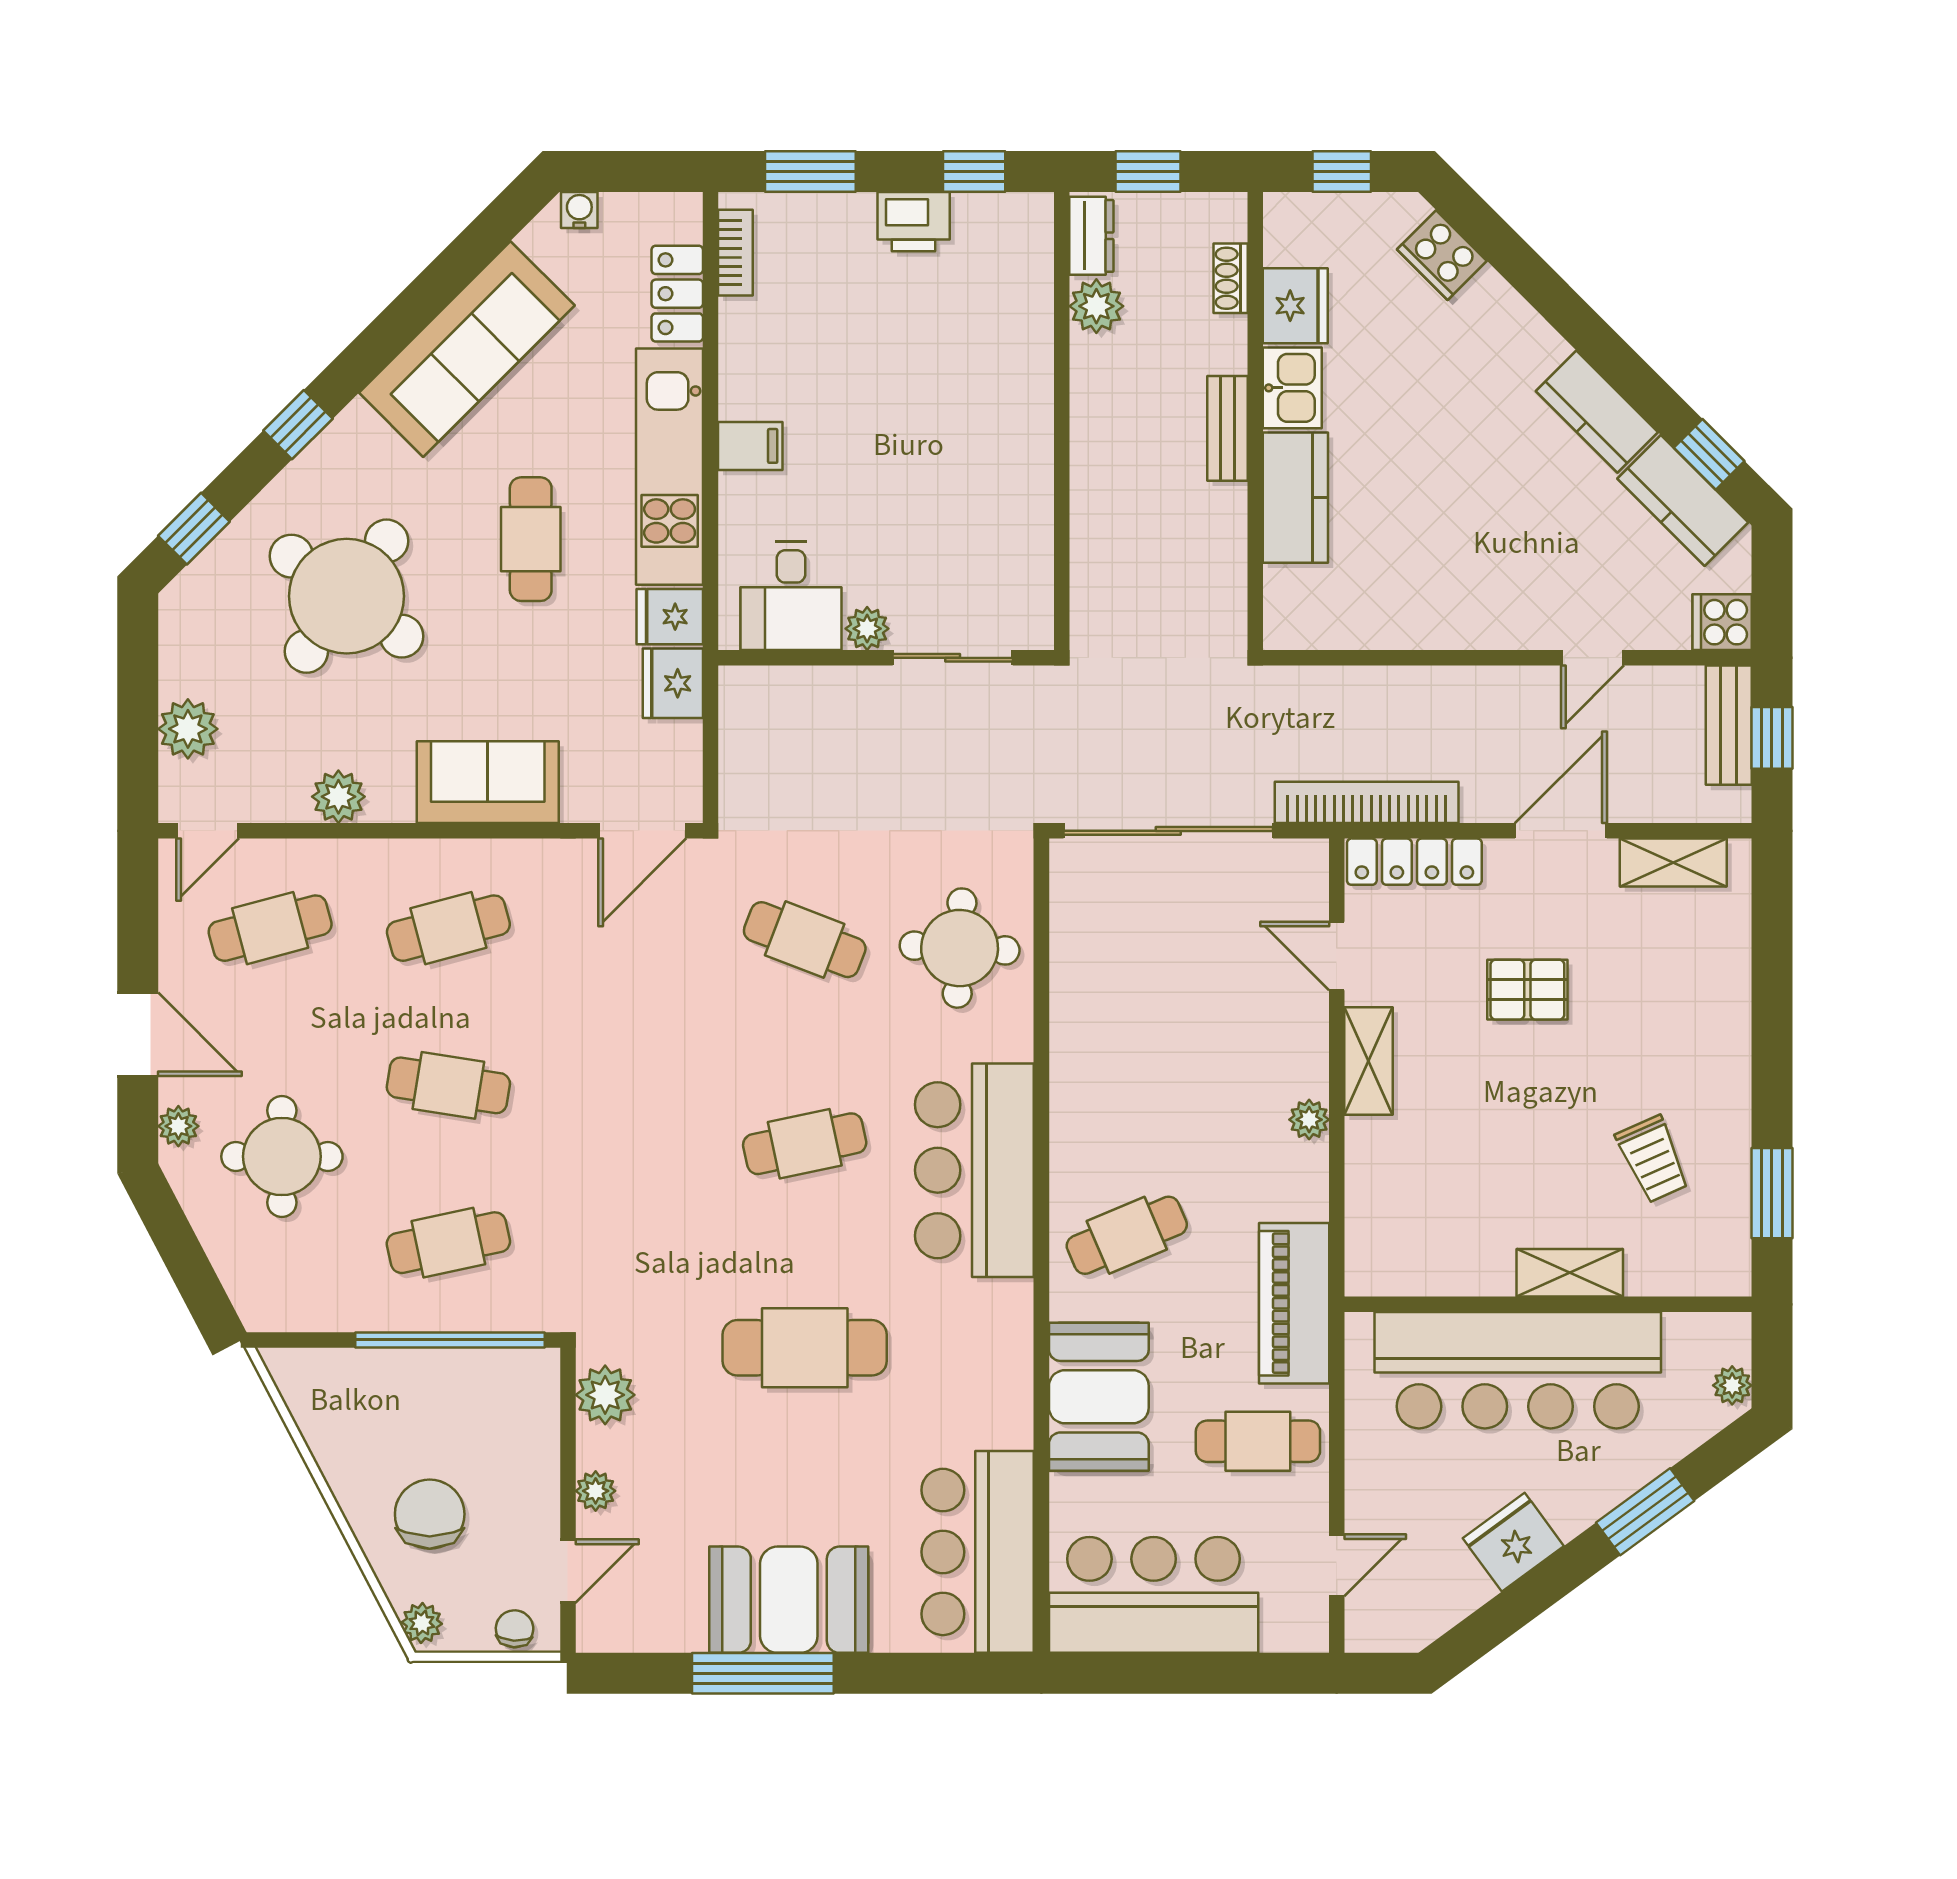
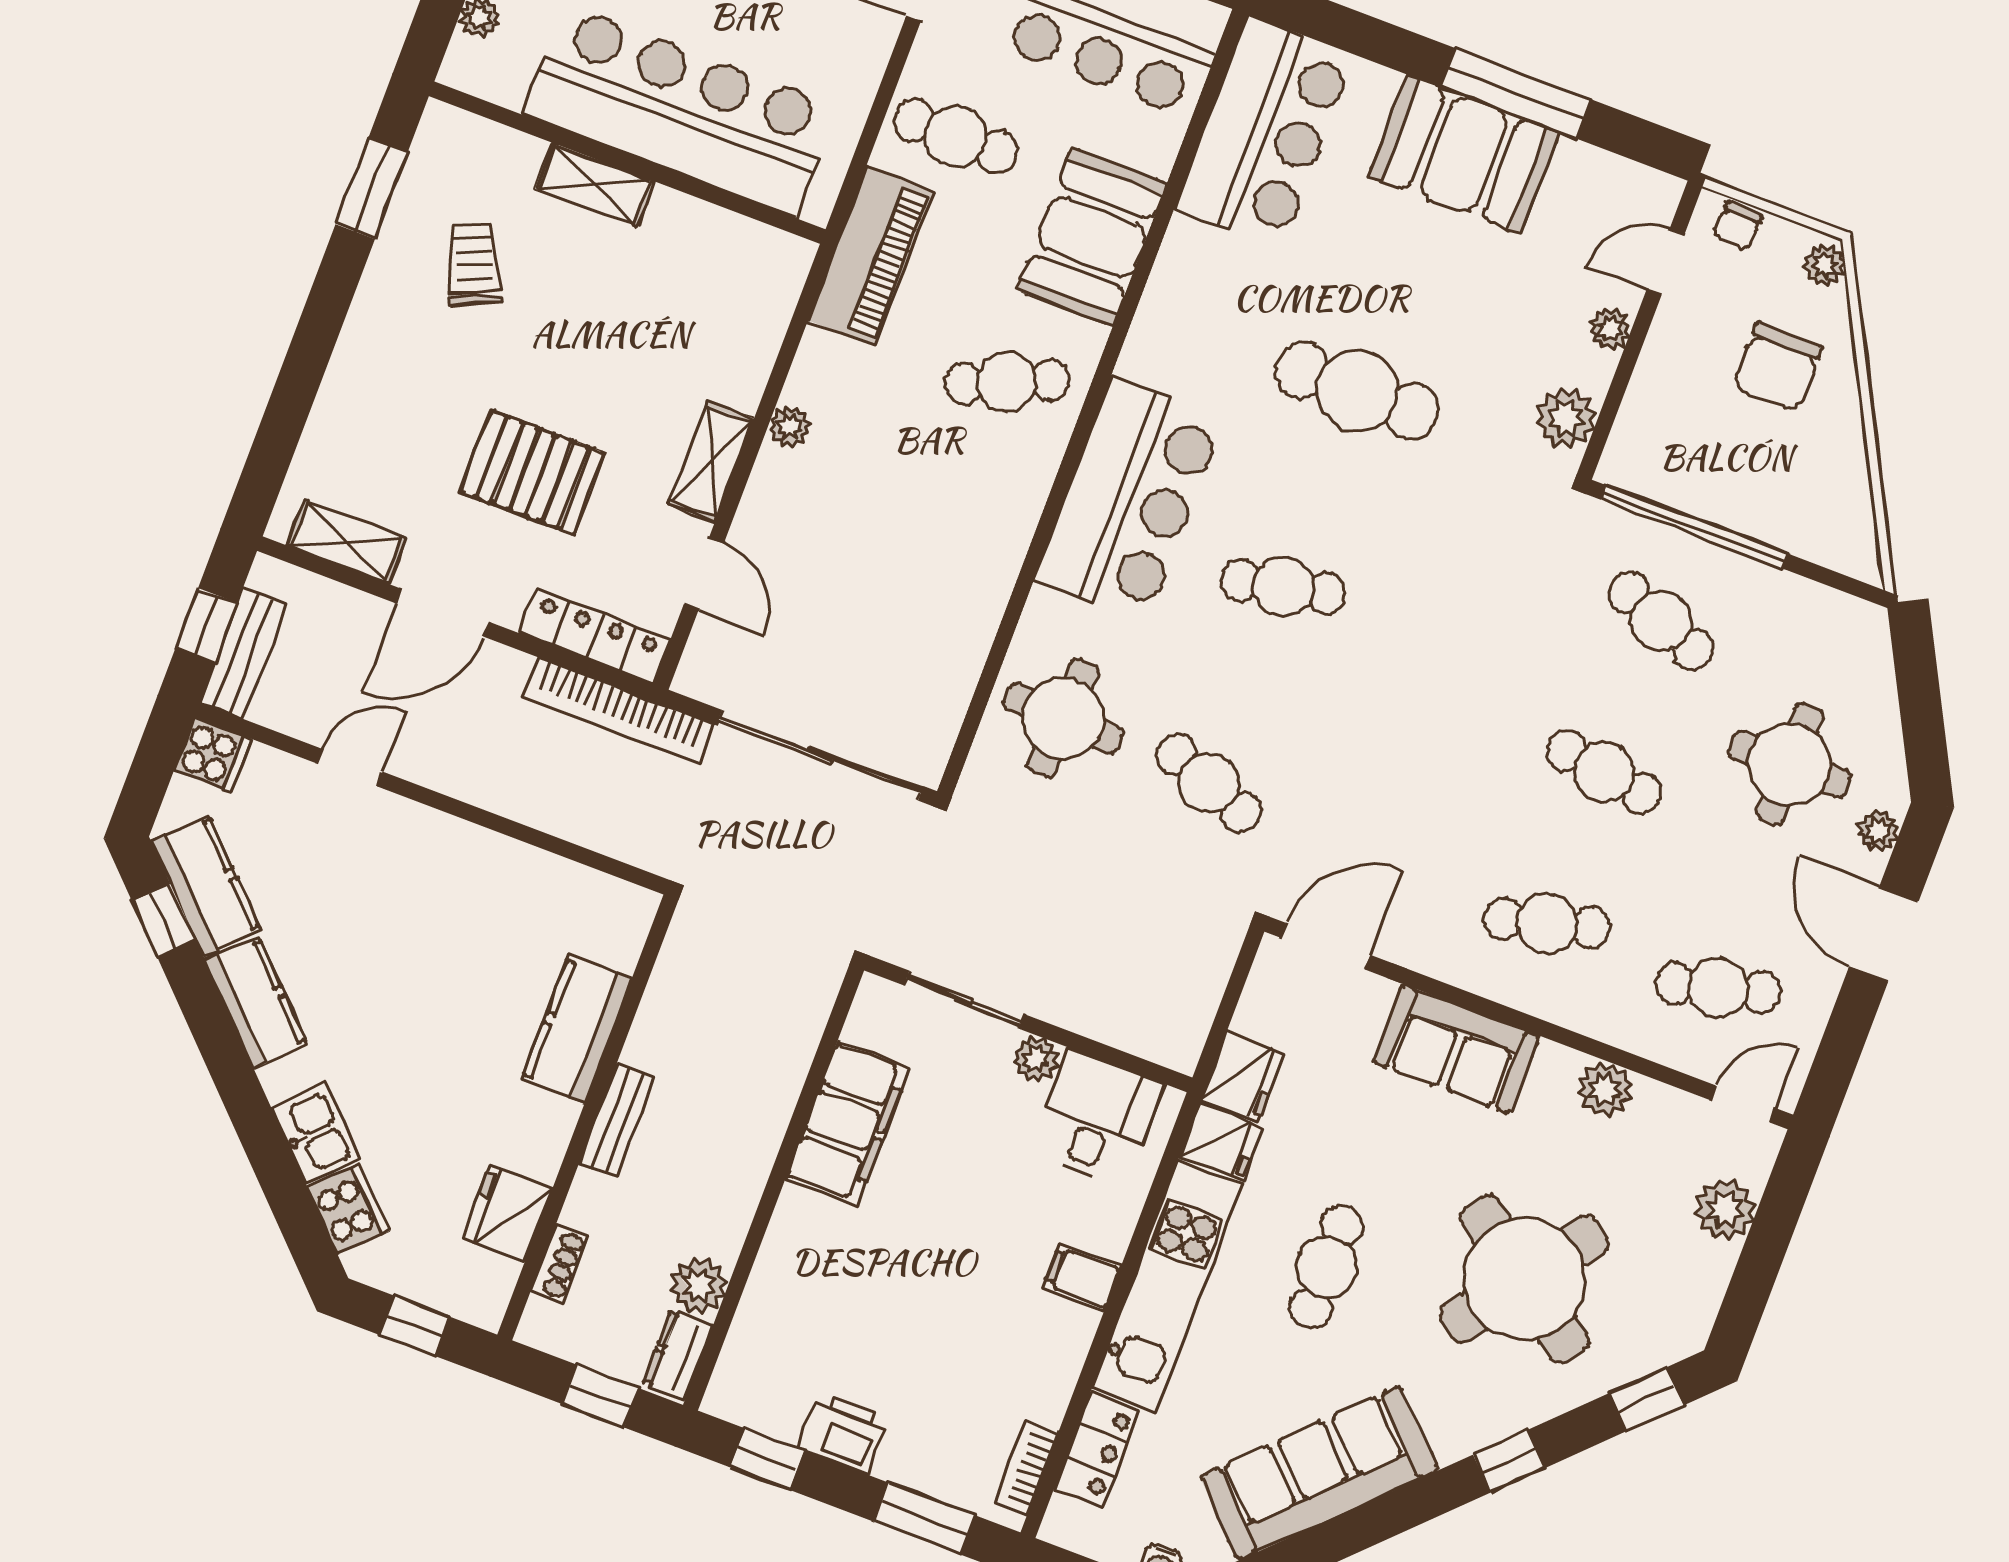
kitchen sink: (1292, 388) -> (316, 1133), moved, turned 135
filing cabinet: (1017, 506) -> (847, 1123), added
pallet: (1527, 990) -> (533, 472), width x1.50, depth x1.42
cafe table: (448, 1243) -> (1661, 621), turned 33

